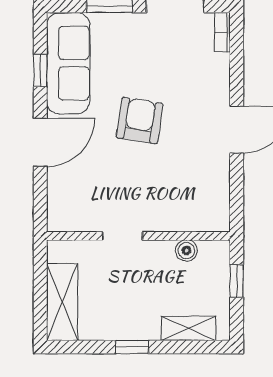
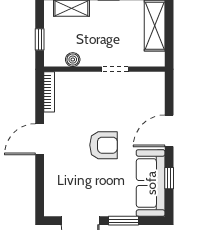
bookcase: (222, 32) -> (49, 92), moved, width x1.56
armchair: (140, 121) -> (104, 145), turned -99

